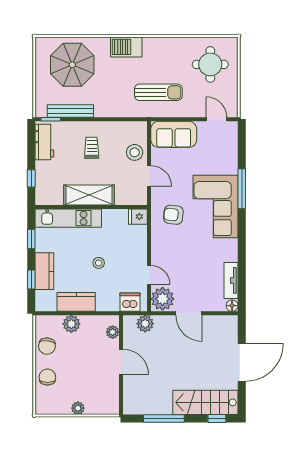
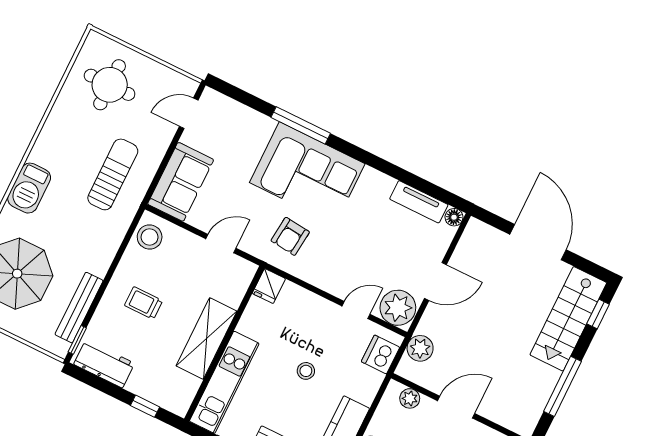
stool: (135, 152) -> (150, 237), moved

